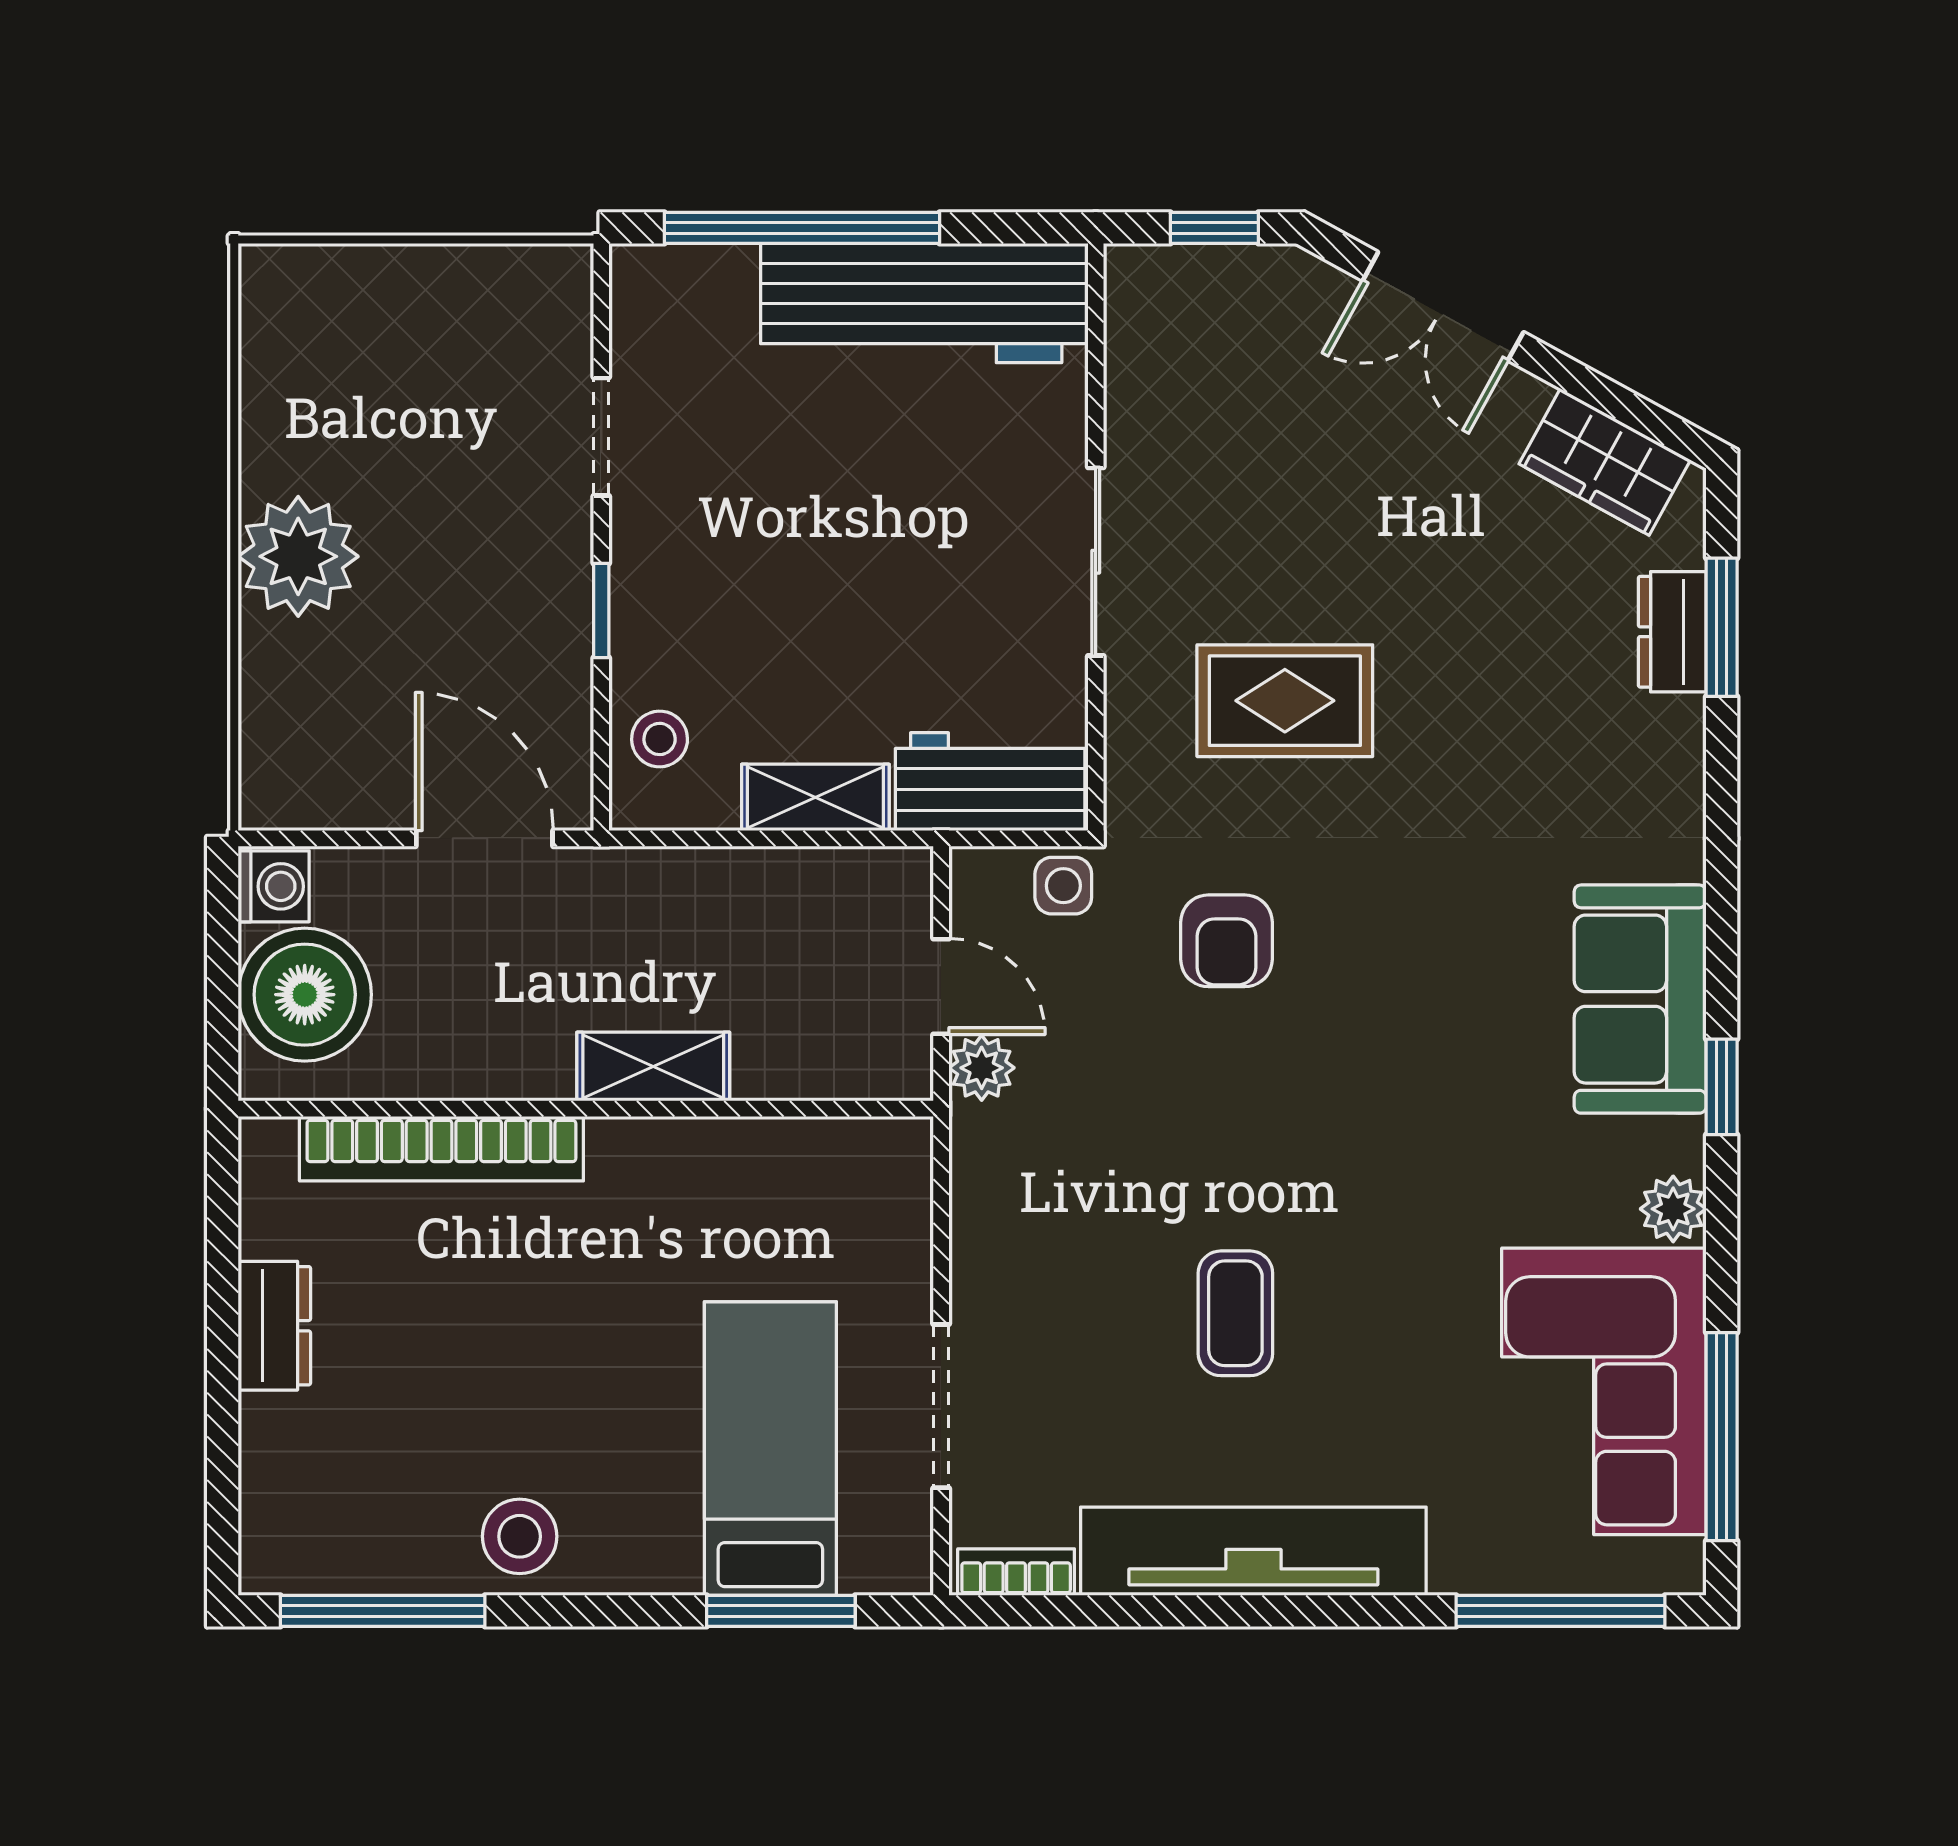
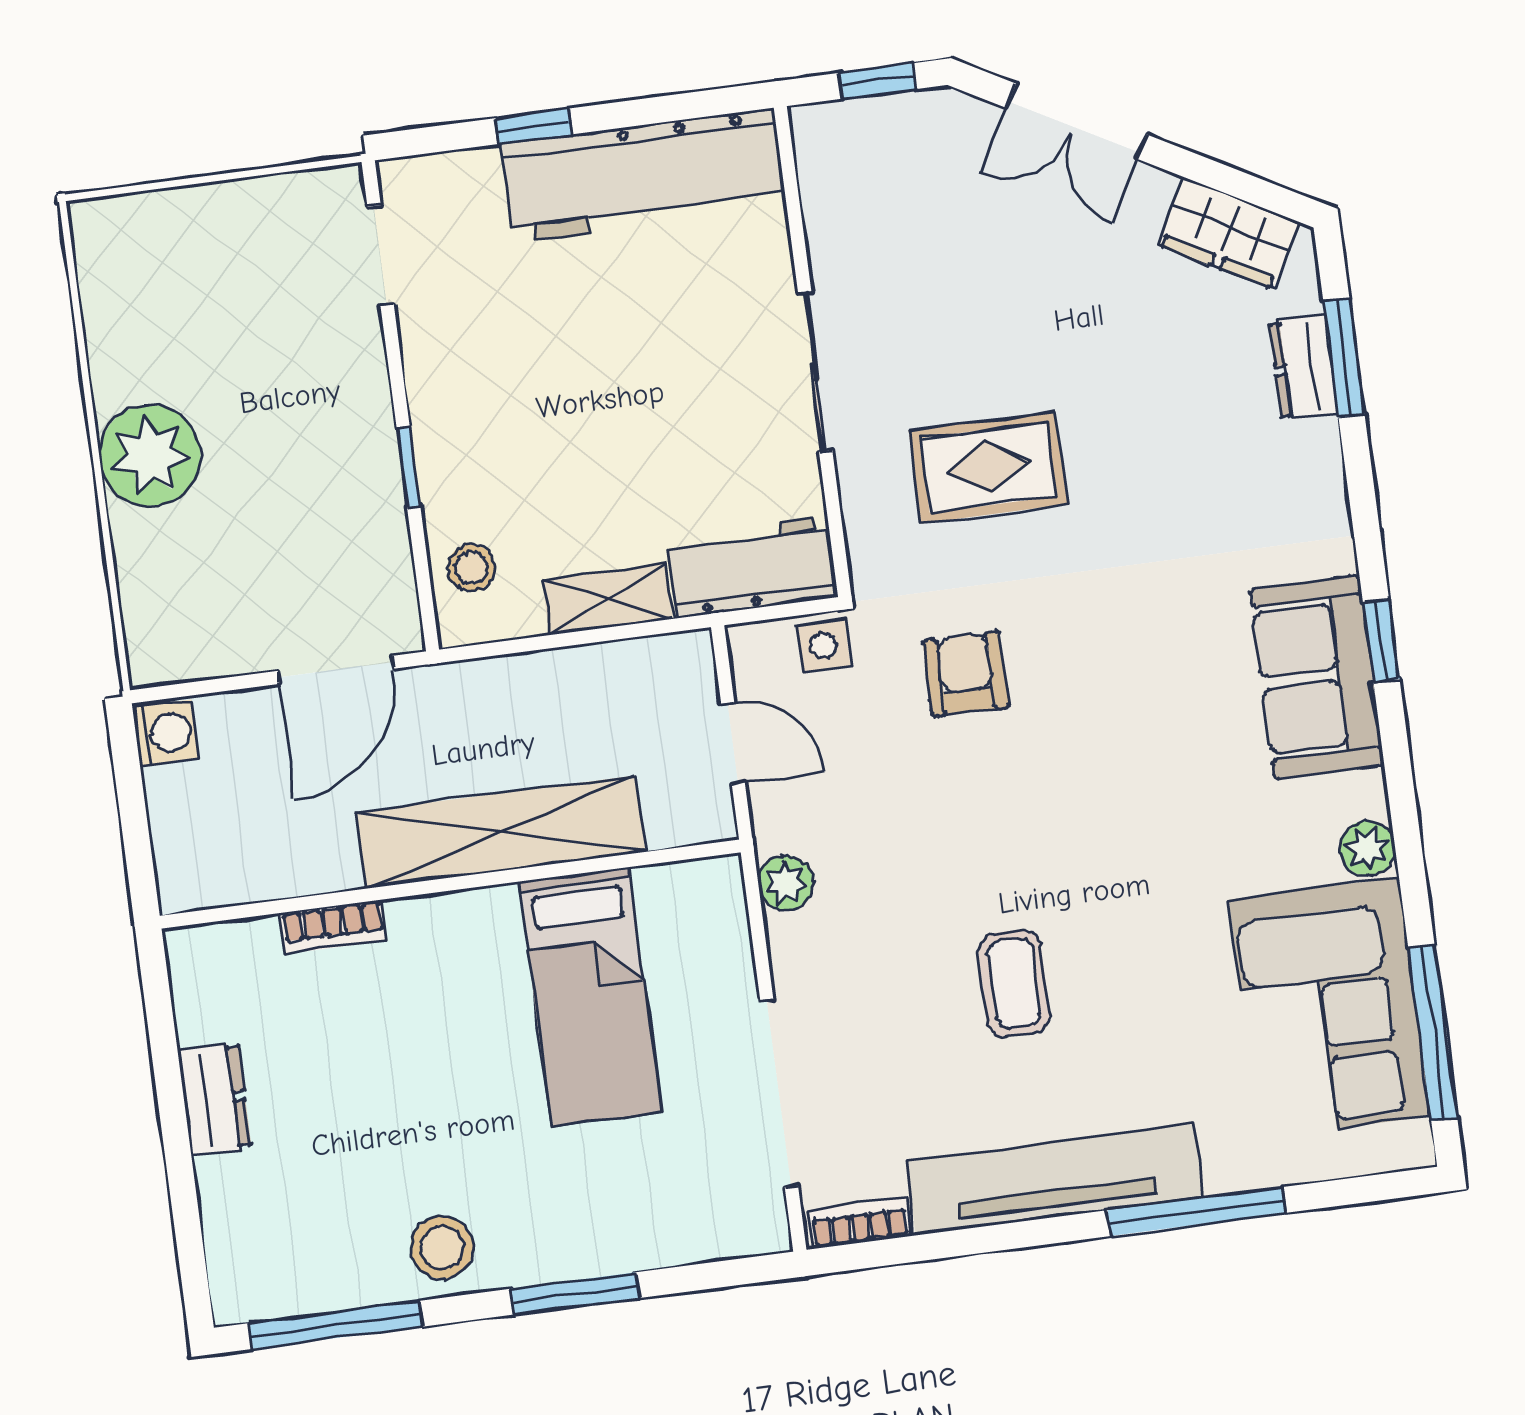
window: (802, 228) -> (534, 126), width x0.32
doorway: (601, 437) -> (381, 256), moved
door: (484, 838) -> (336, 670), swing flipped
armchair: (1226, 941) -> (966, 674), turned 180
boiler: (305, 995) -> (203, 820), removed
shelving: (653, 1067) -> (501, 832), width x2.20, depth x1.33
plant: (982, 1068) -> (786, 883), moved
window: (1722, 1087) -> (1381, 641), moved
bookcase: (441, 1149) -> (333, 927), width x0.43, depth x0.76
doorway: (941, 1406) -> (779, 1093), width x1.36
bed: (770, 1449) -> (590, 997), moved, turned 180
window: (781, 1611) -> (575, 1293), moved
window: (1560, 1611) -> (1197, 1212), moved

